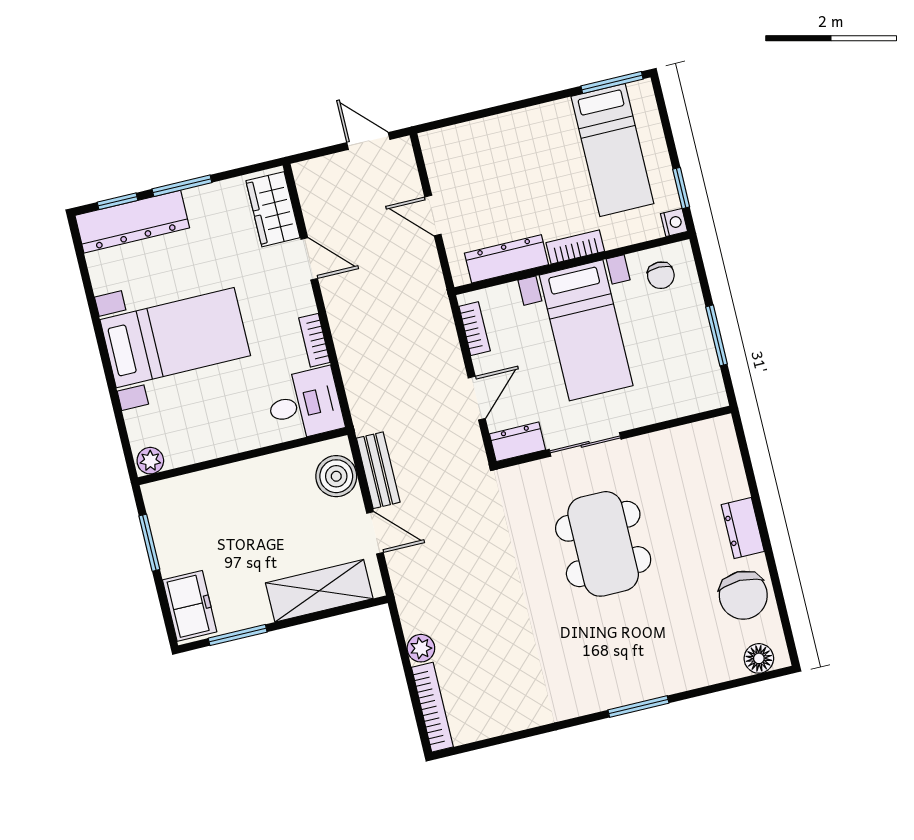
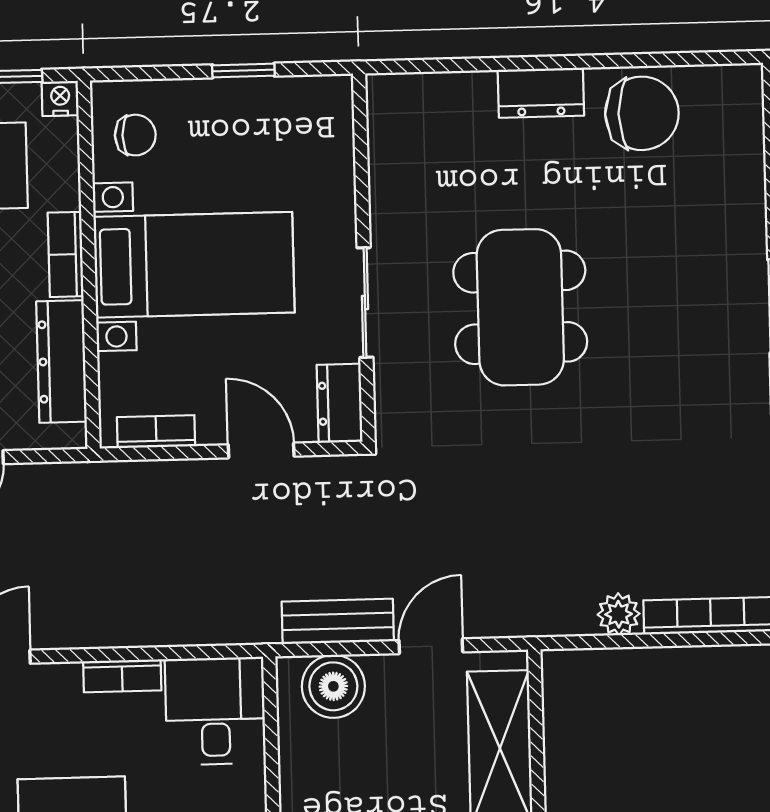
window: (717, 335) -> (243, 71), width x0.67
dining table: (603, 544) -> (520, 307), turned 90
floor lamp: (759, 658) -> (742, 110), removed

